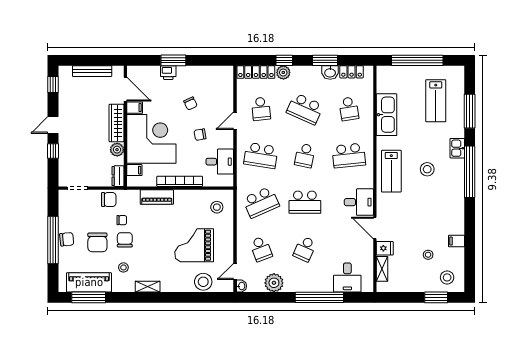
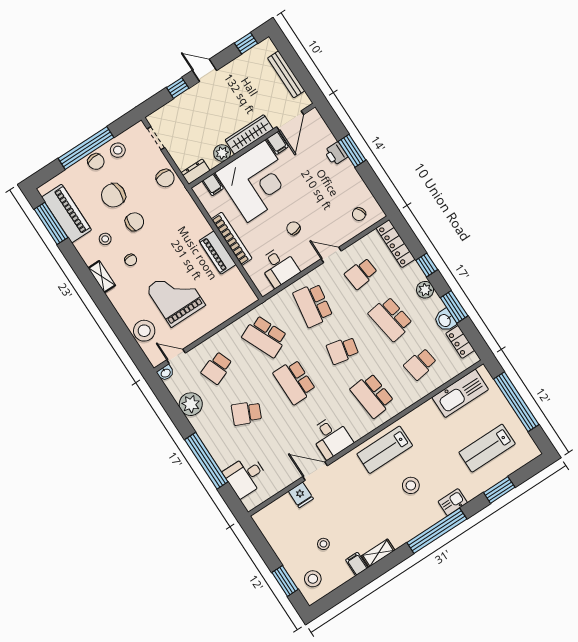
plant: (283, 72) -> (425, 290), moved
chair: (190, 103) -> (359, 214), moved
school desk: (305, 109) -> (391, 319), turned -33
window: (470, 111) -> (499, 490), width x0.69
kitchen sink: (387, 115) -> (460, 393), moved
piano: (157, 197) -> (218, 253), moved
stool: (217, 207) -> (118, 150), moved
chair: (122, 220) -> (131, 260), moved
door: (375, 228) -> (315, 471), hinge flipped
shelving: (382, 269) -> (378, 553), moved

